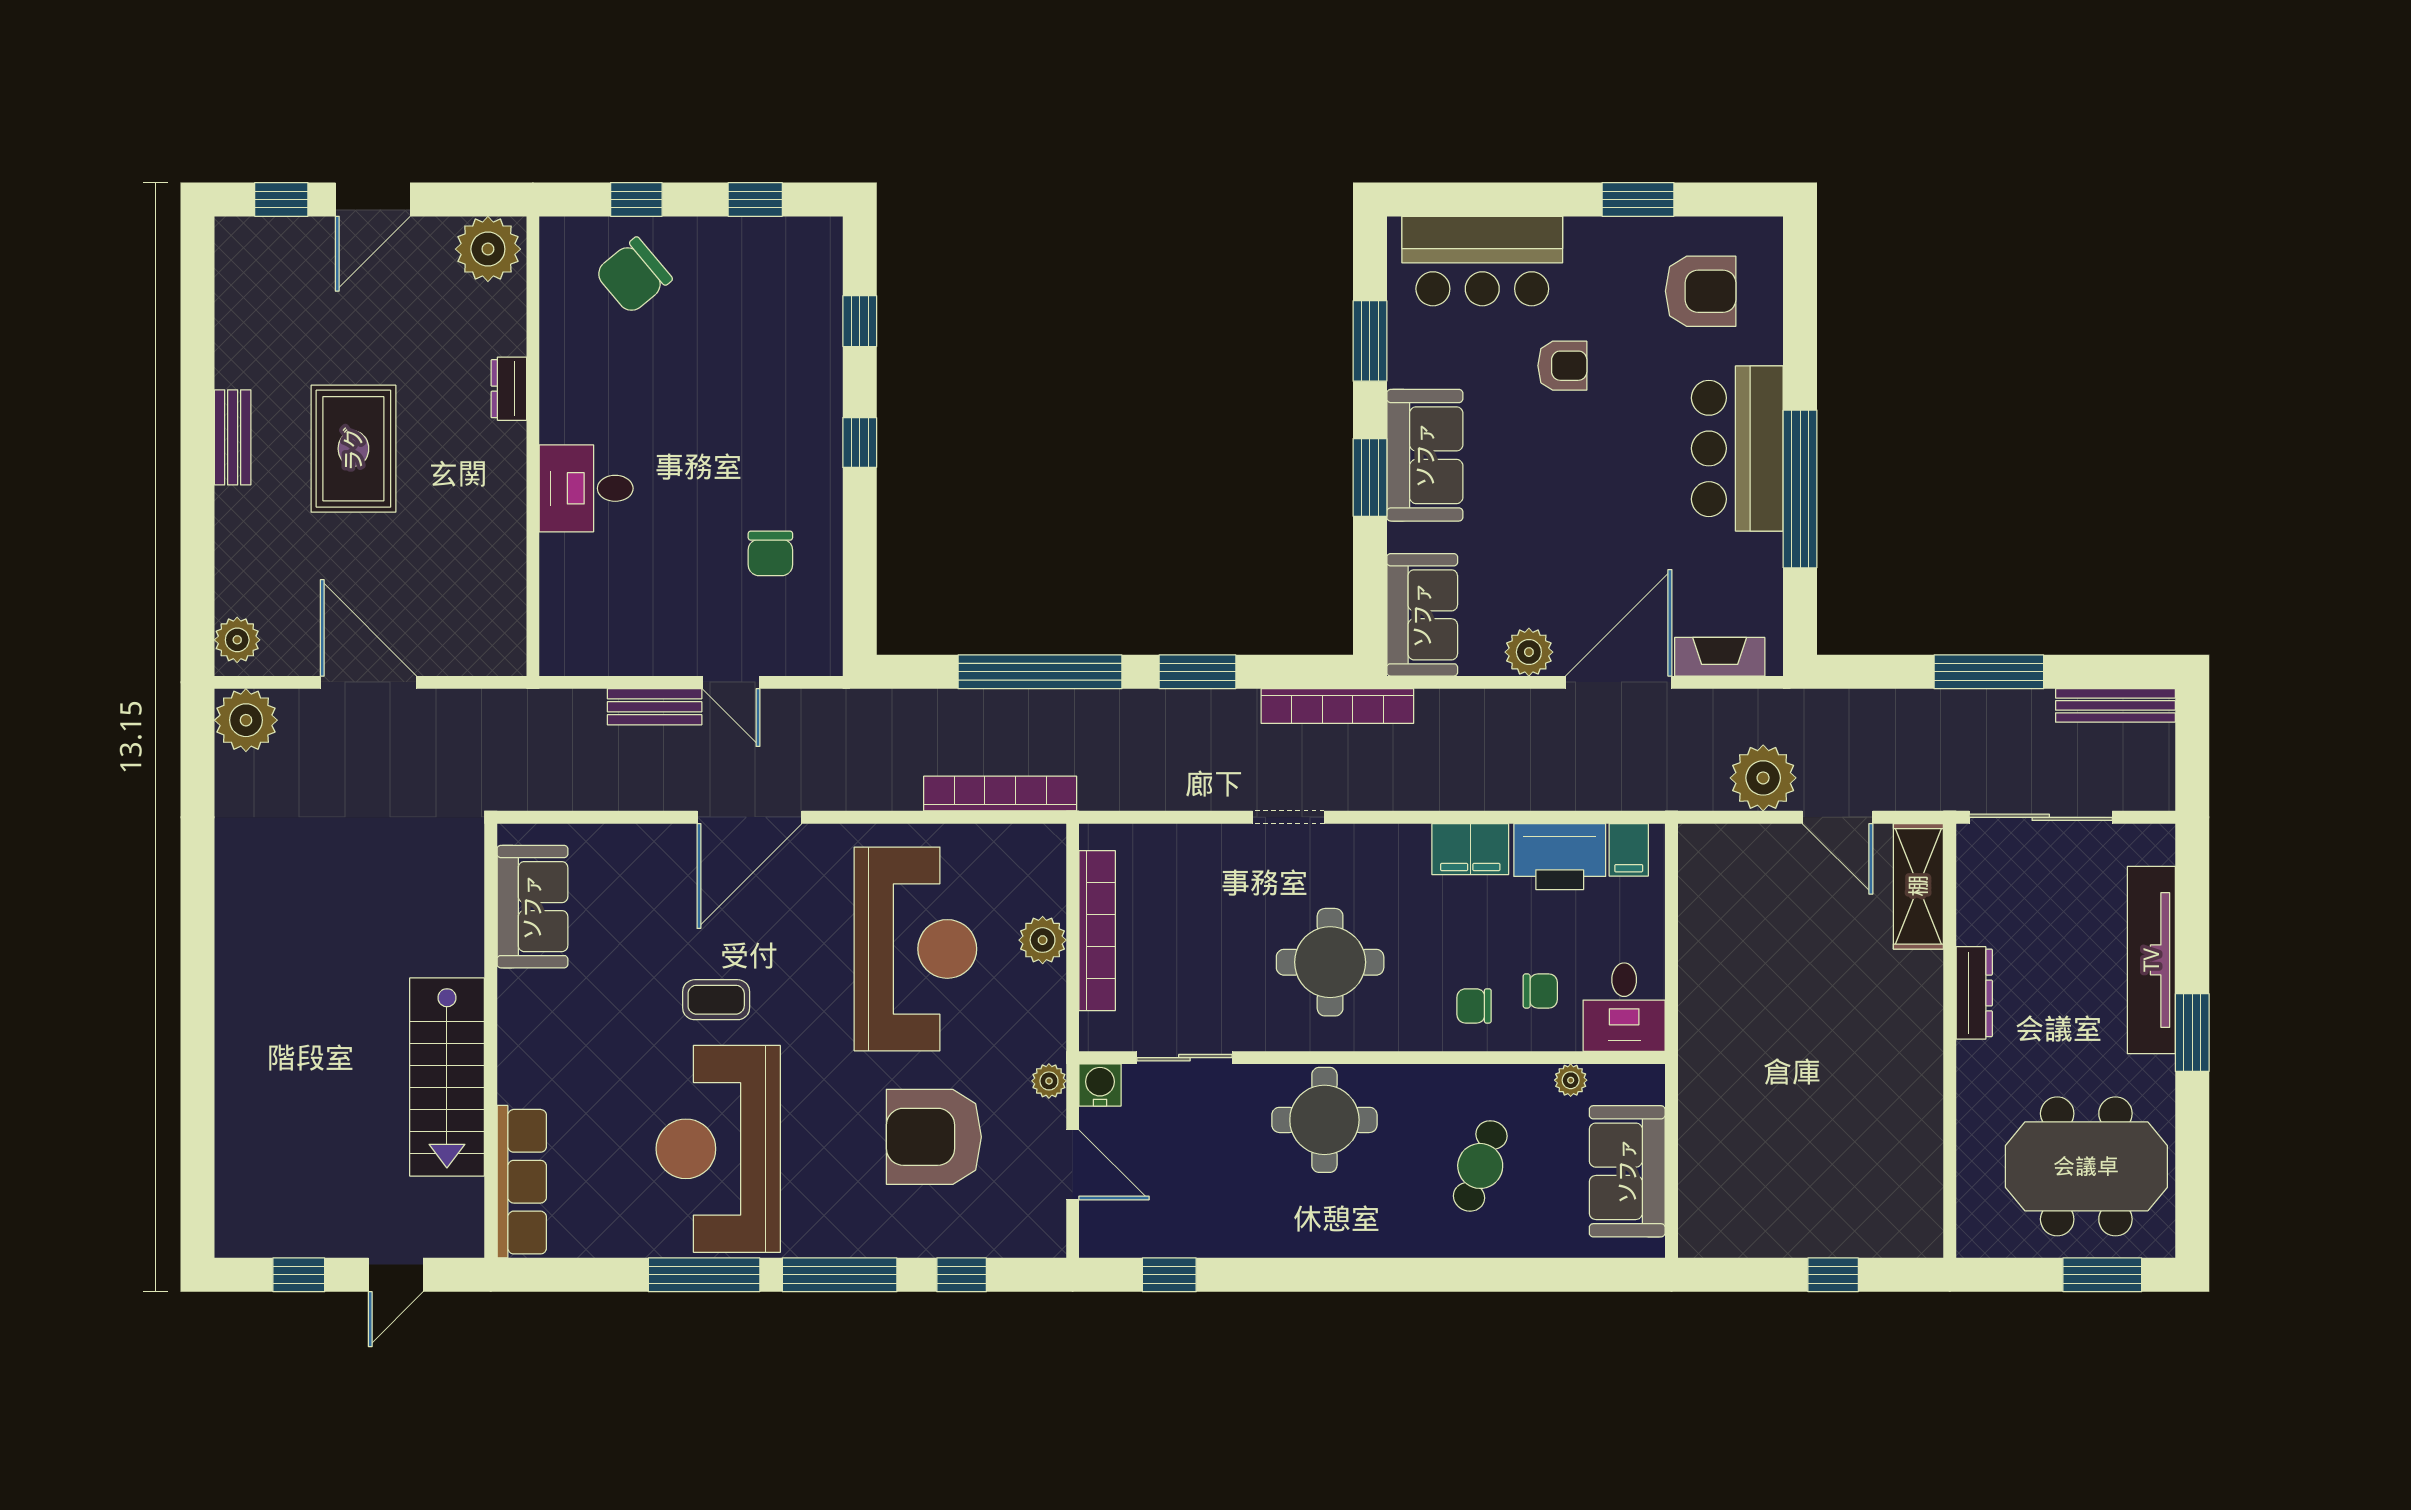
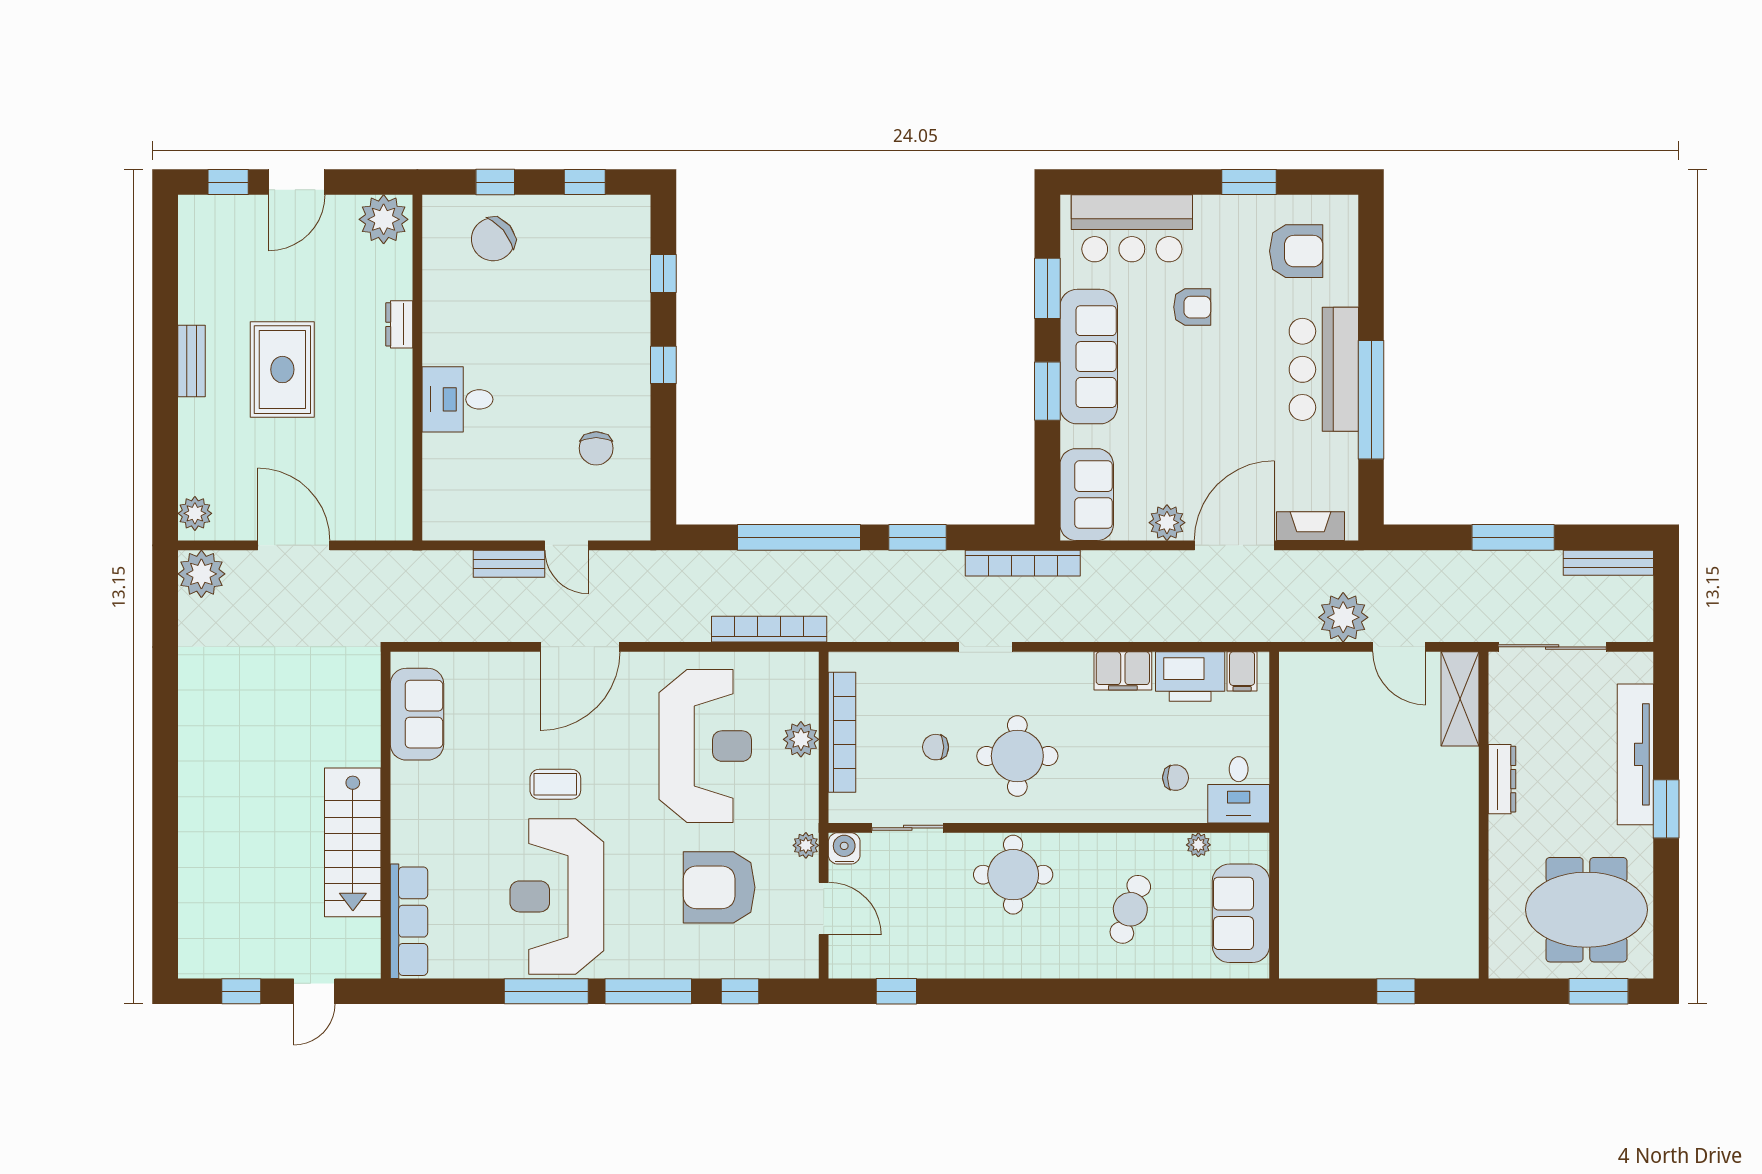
sofa: (1425, 455) -> (1089, 357), width x1.36
chair: (1474, 1006) -> (936, 747), moved

